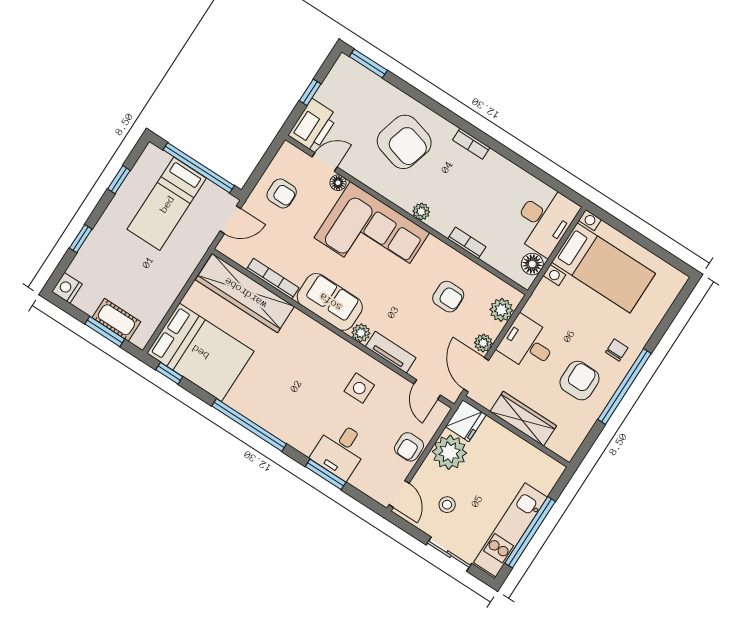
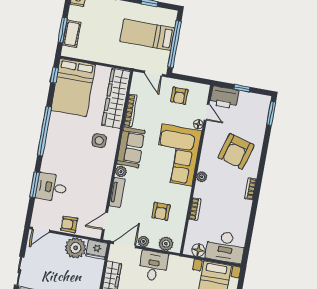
side table: (359, 388) -> (99, 141), moved
stool: (447, 505) -> (46, 259), removed

